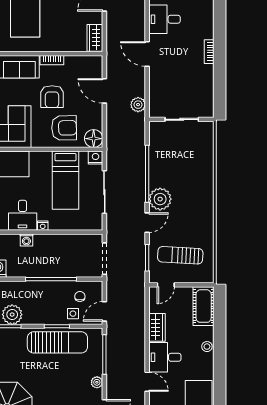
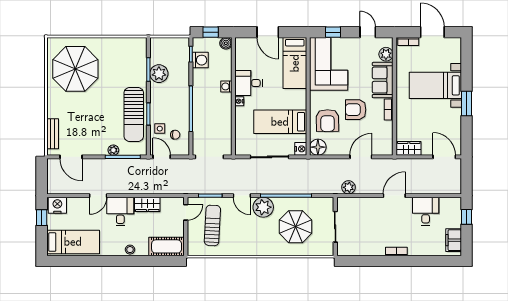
parasol: (182, 163) -> (296, 227), added
door: (166, 285) -> (186, 212), swing flipped
plant: (97, 382) -> (113, 150), moved

